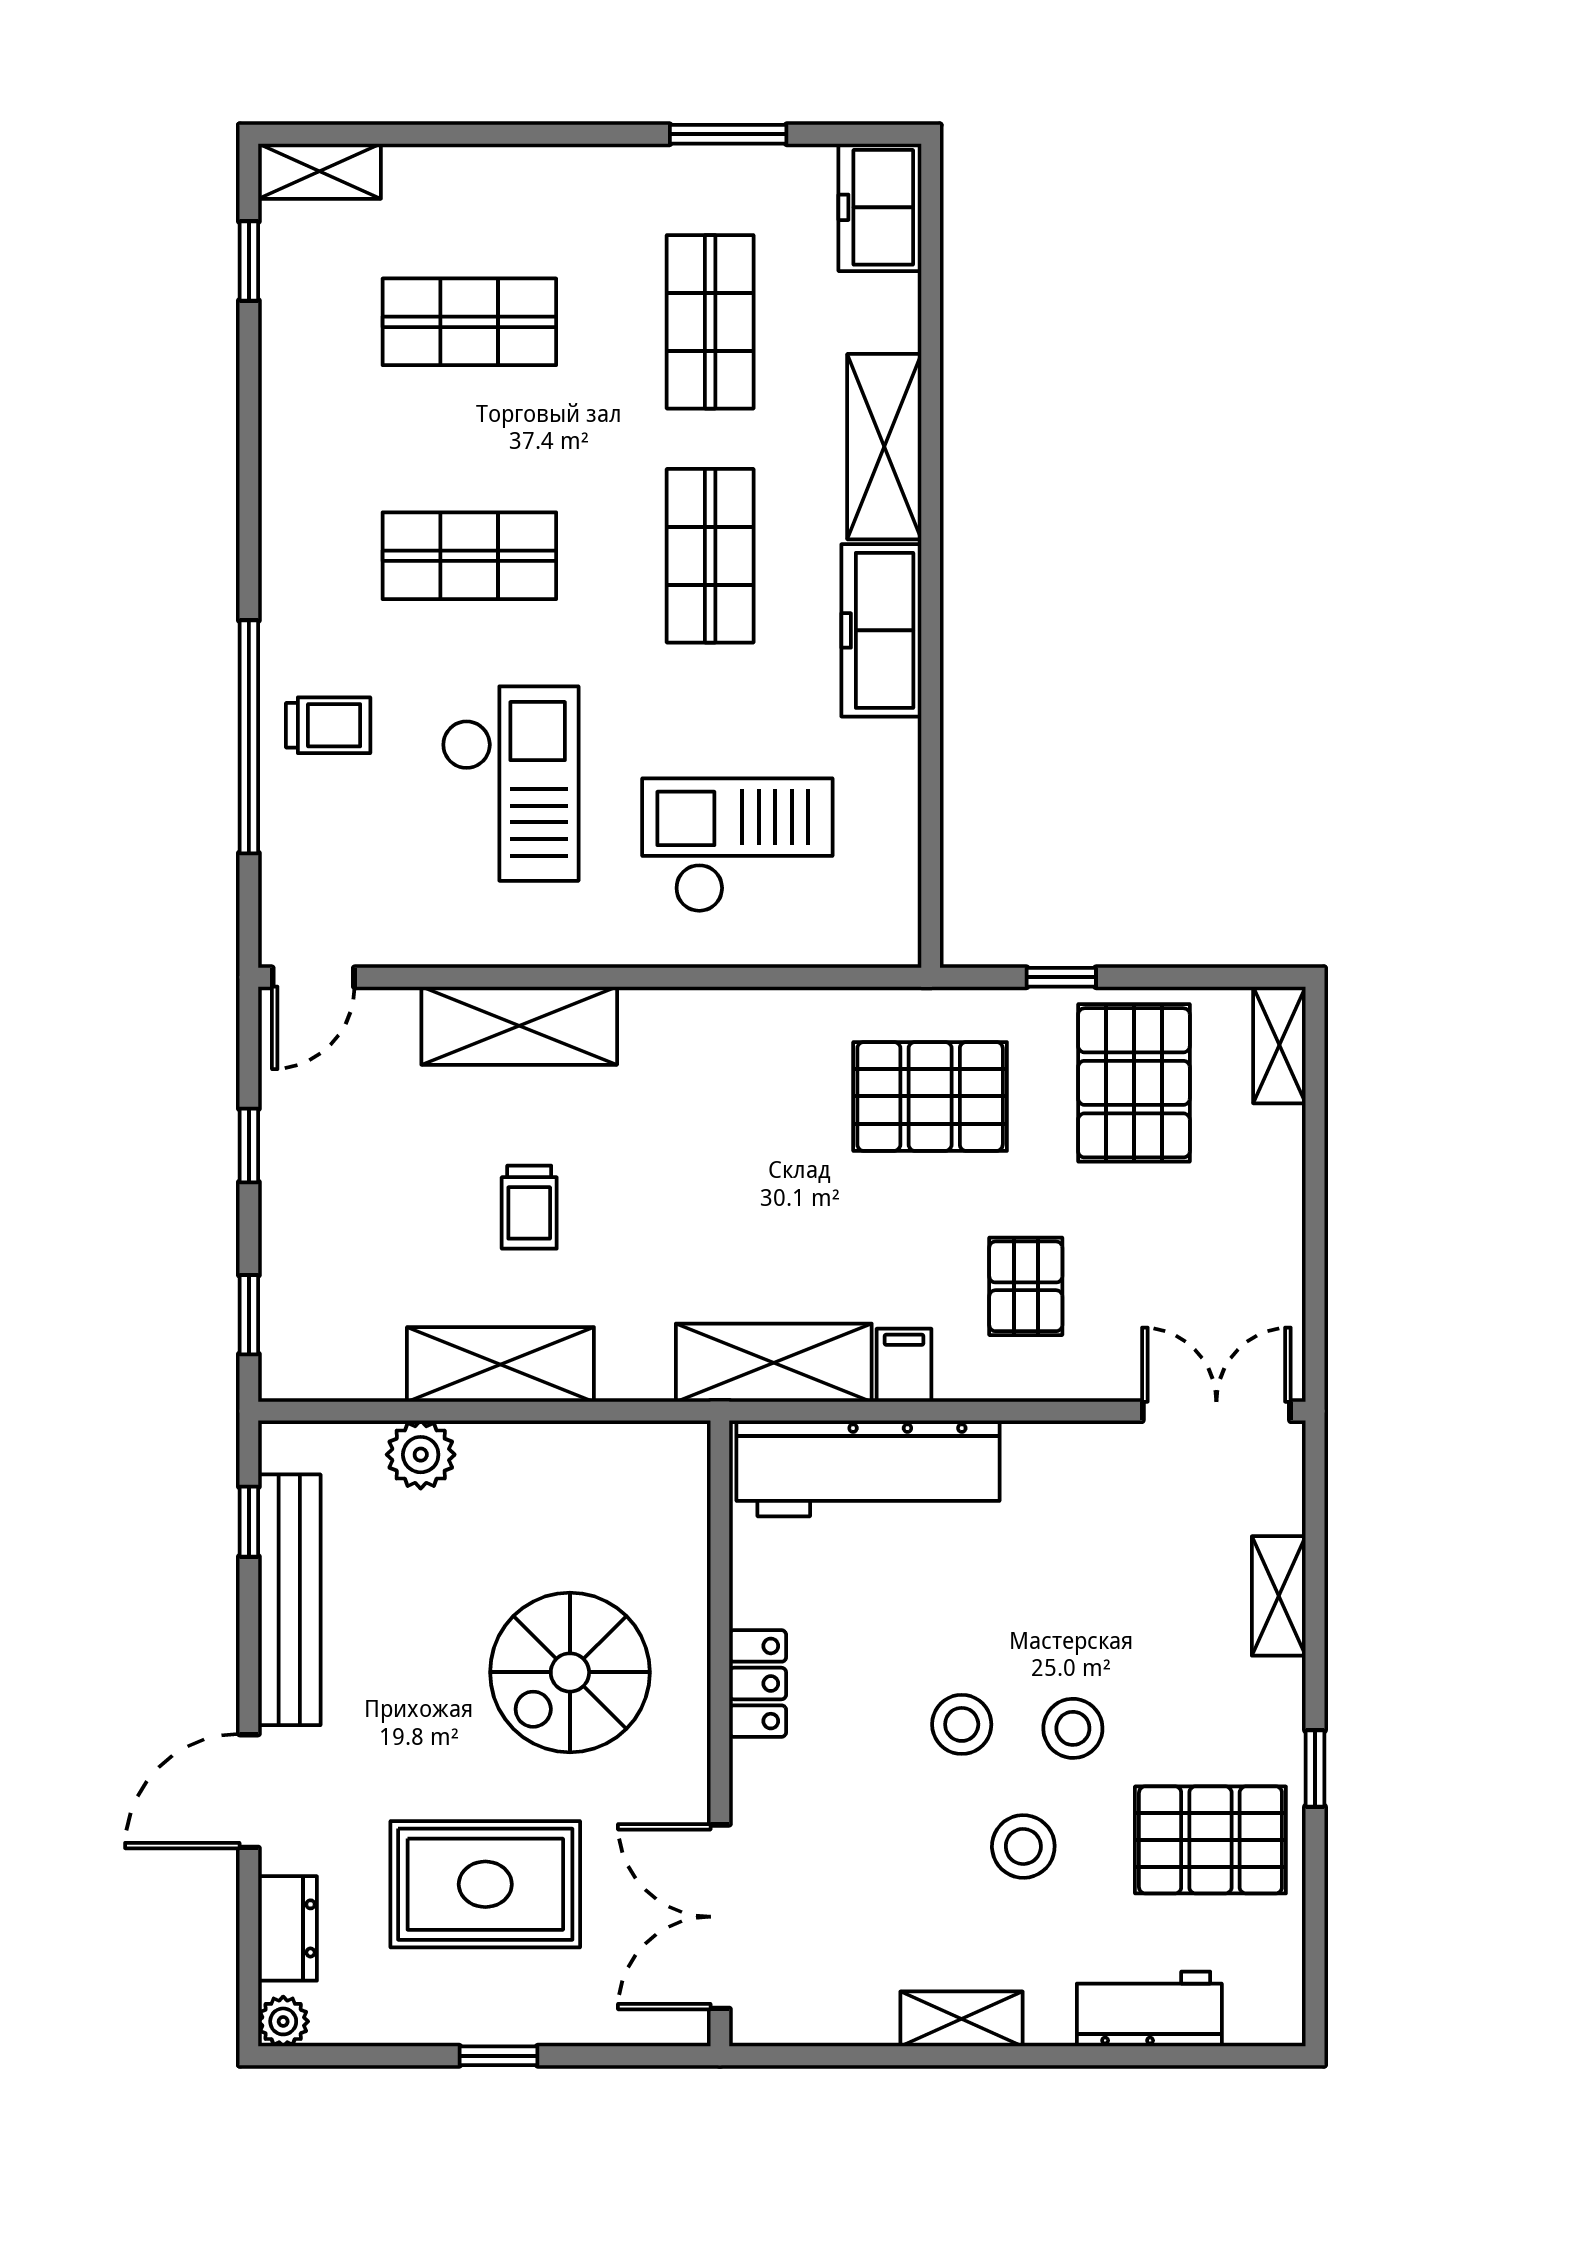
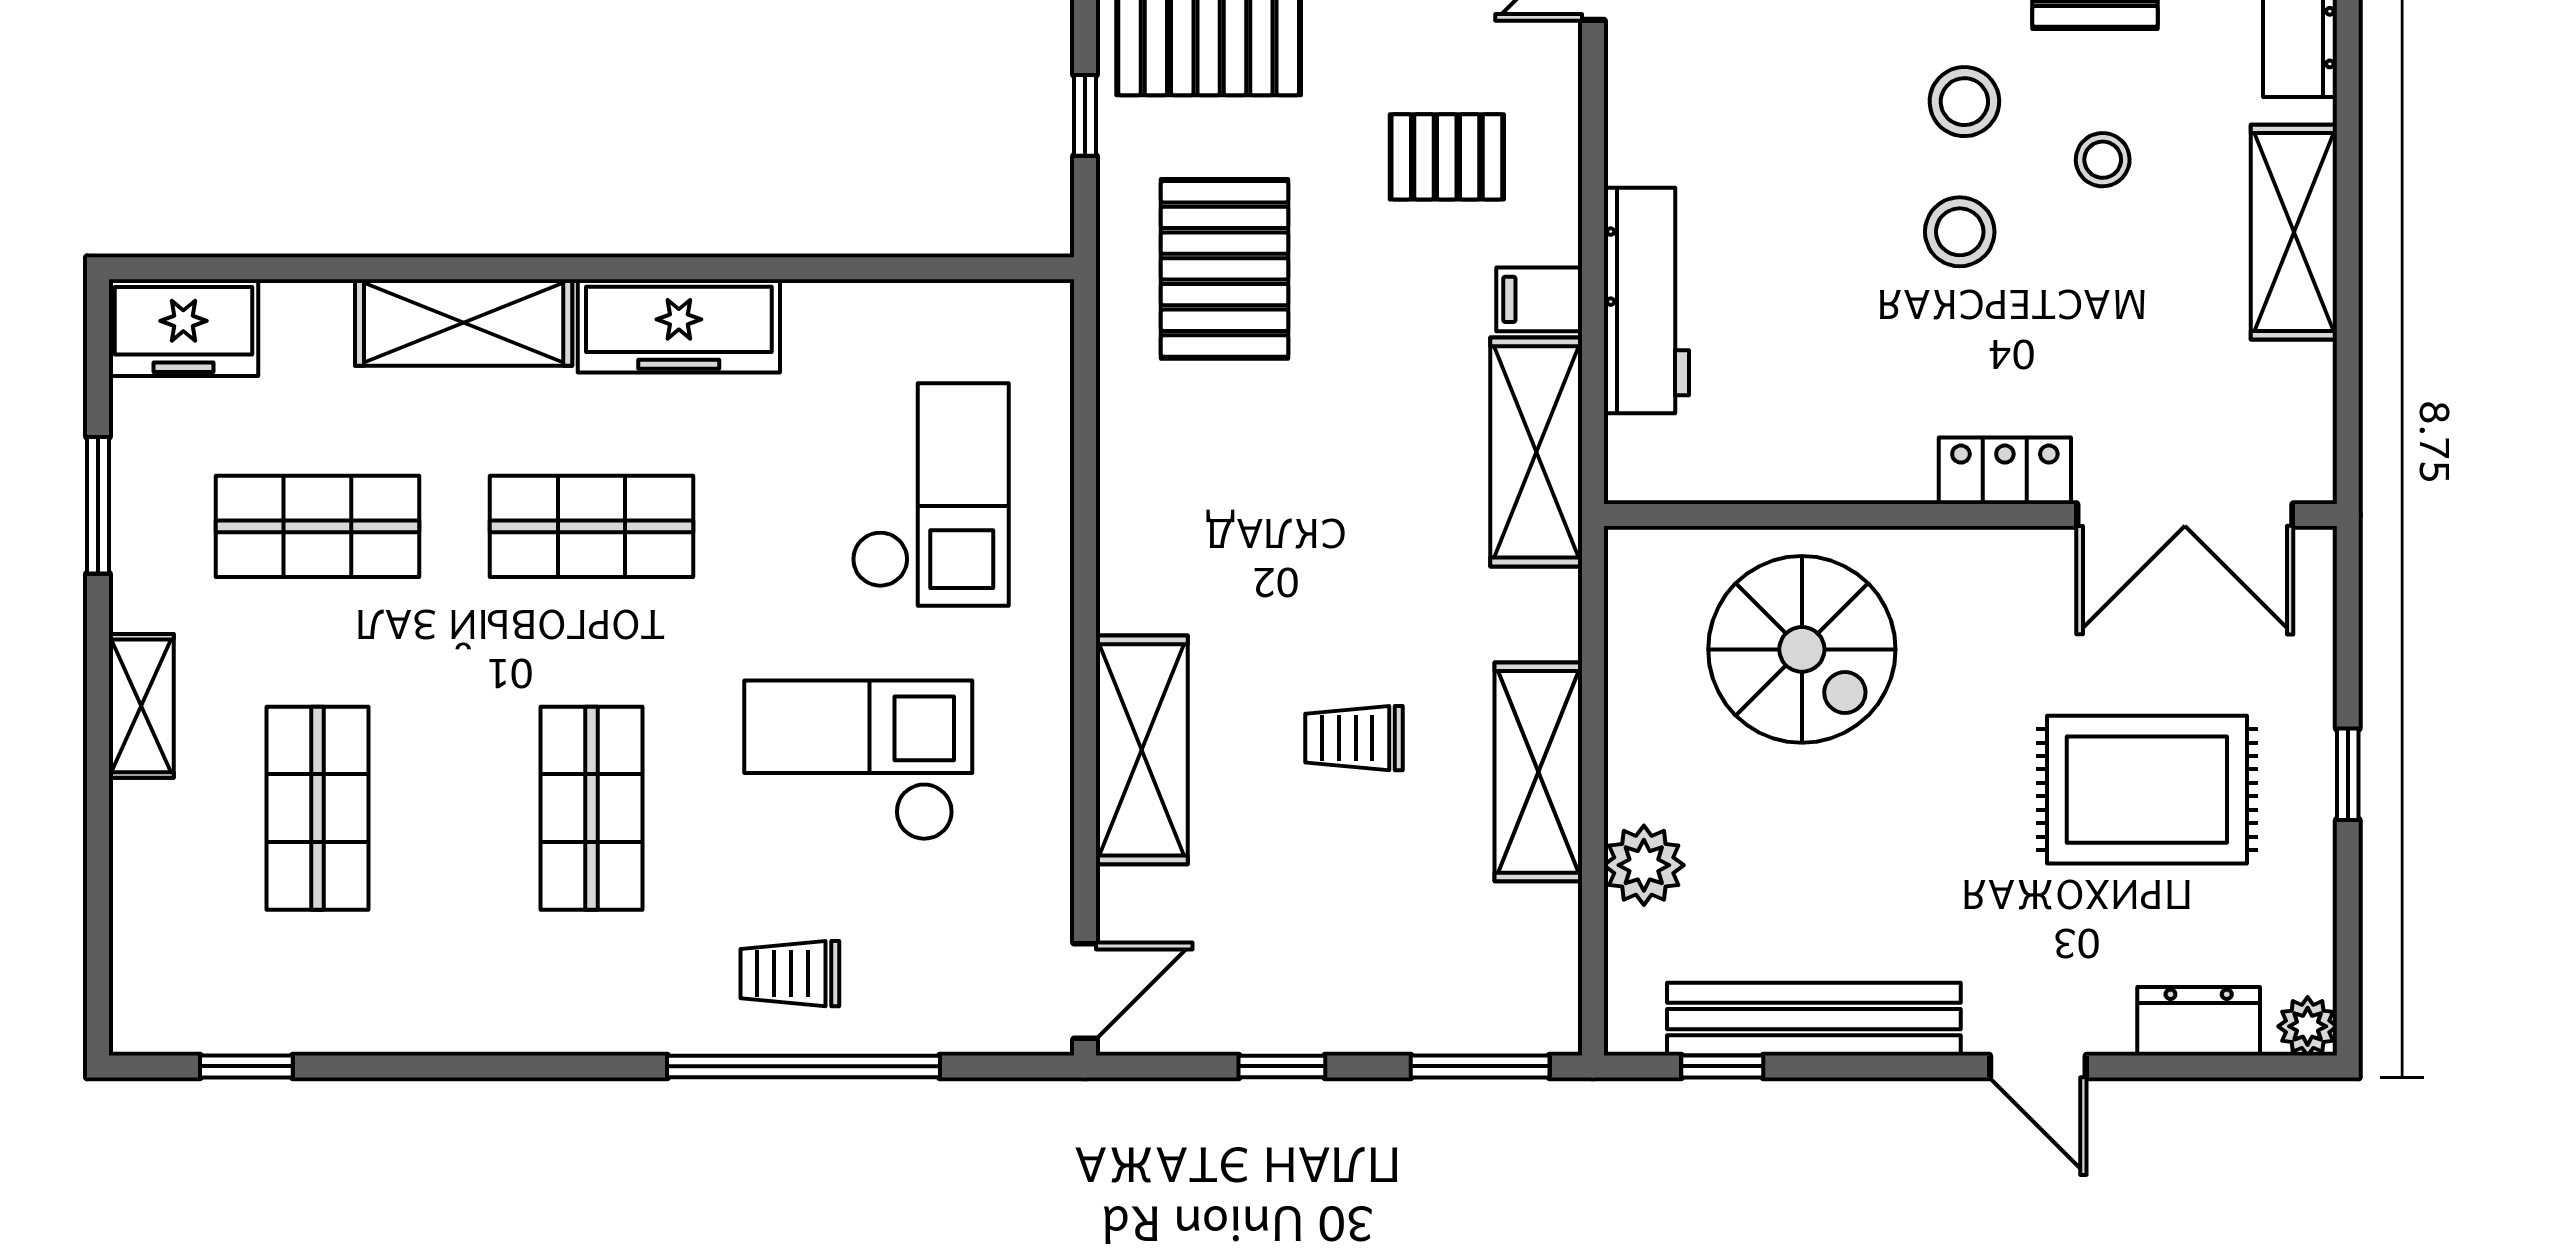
shelving: (320, 171) -> (141, 706), moved
trolley: (328, 725) -> (790, 974), turned -90
checkout: (737, 845) -> (930, 495), turned 180
door: (313, 977) -> (1085, 991), hinge flipped
trolley: (529, 1207) -> (1354, 738), turned 180
window: (249, 1315) -> (1480, 1066), width x1.50
workbench: (868, 1468) -> (1646, 300), width x0.73, depth x0.76
spiral stairs: (570, 1672) -> (1802, 649), moved
locker: (758, 1684) -> (2005, 471), moved
door: (249, 1791) -> (2038, 1066), width x0.73
stool: (1023, 1846) -> (2103, 160), width x0.73, depth x0.73
rug: (485, 1884) -> (2147, 790), turned 90
shelving: (961, 2019) -> (2294, 232), width x1.50, depth x1.33

